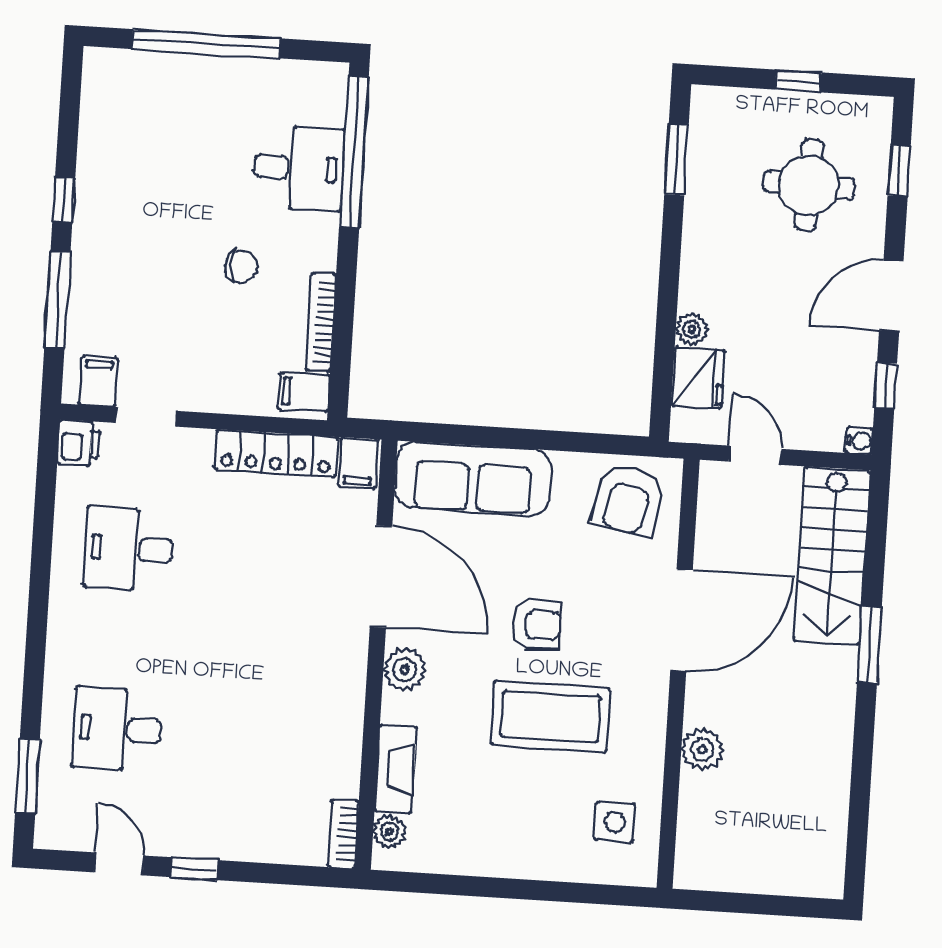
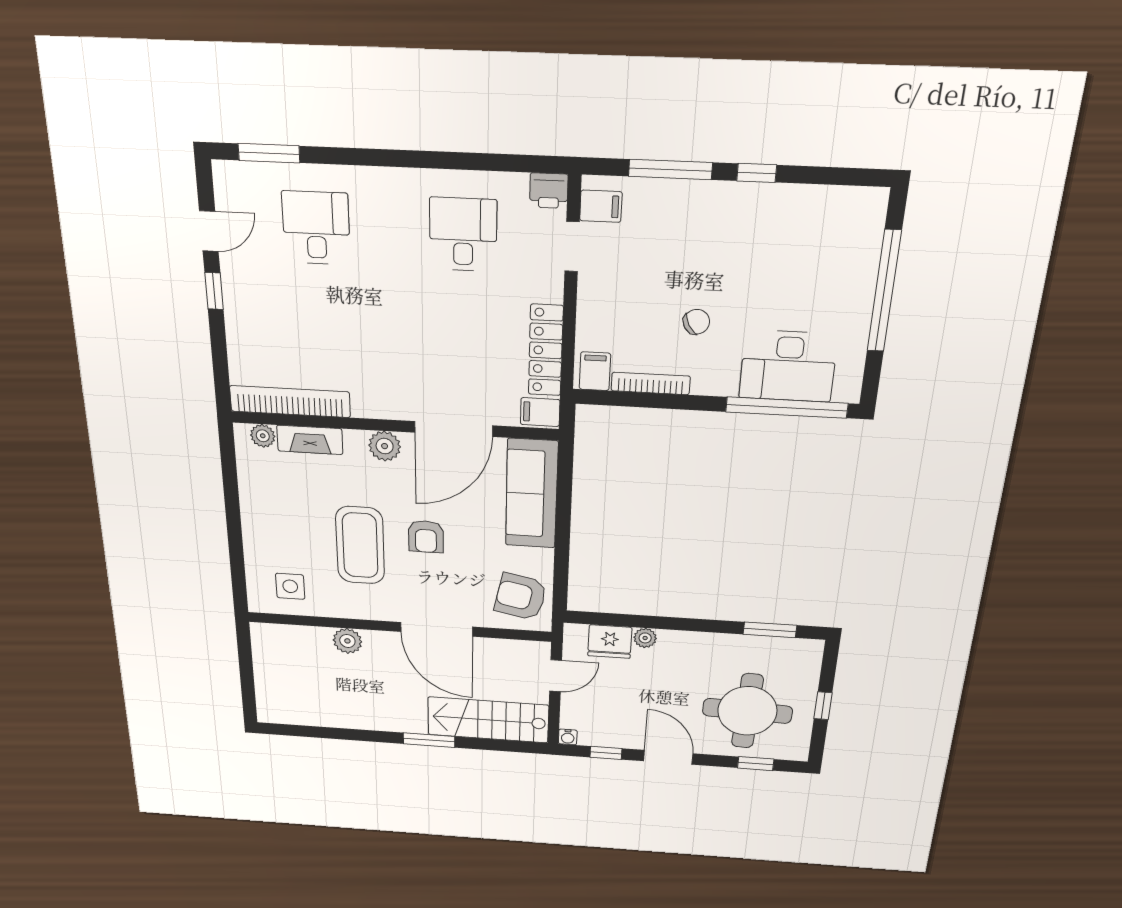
desk: (298, 168) -> (788, 366), width x1.37
round table: (809, 185) -> (747, 711), width x1.36, depth x1.36
chair: (241, 266) -> (696, 322), turned -119
bookcase: (343, 834) -> (290, 402), width x2.31, depth x1.31

